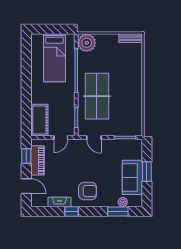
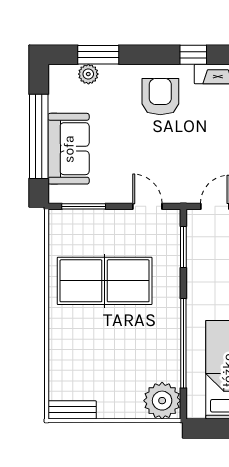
table tennis table: (97, 96) -> (105, 281), moved, turned 90
window: (147, 172) -> (39, 136), width x2.11
sofa: (132, 177) -> (69, 149), moved
armchair: (88, 191) -> (160, 97), turned 90

